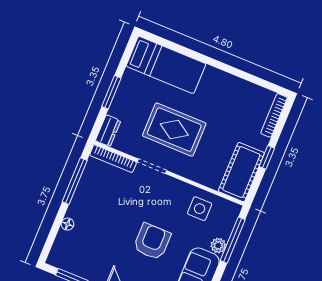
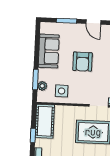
window: (233, 240) -> (35, 79), width x0.69
plant: (218, 245) -> (42, 86), moved

